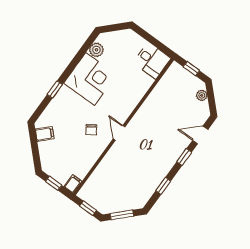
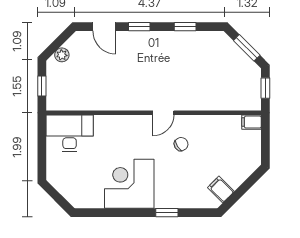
plant: (96, 50) -> (94, 199), removed
desk: (152, 61) -> (70, 133), width x1.37
window: (54, 183) -> (265, 143), removed

